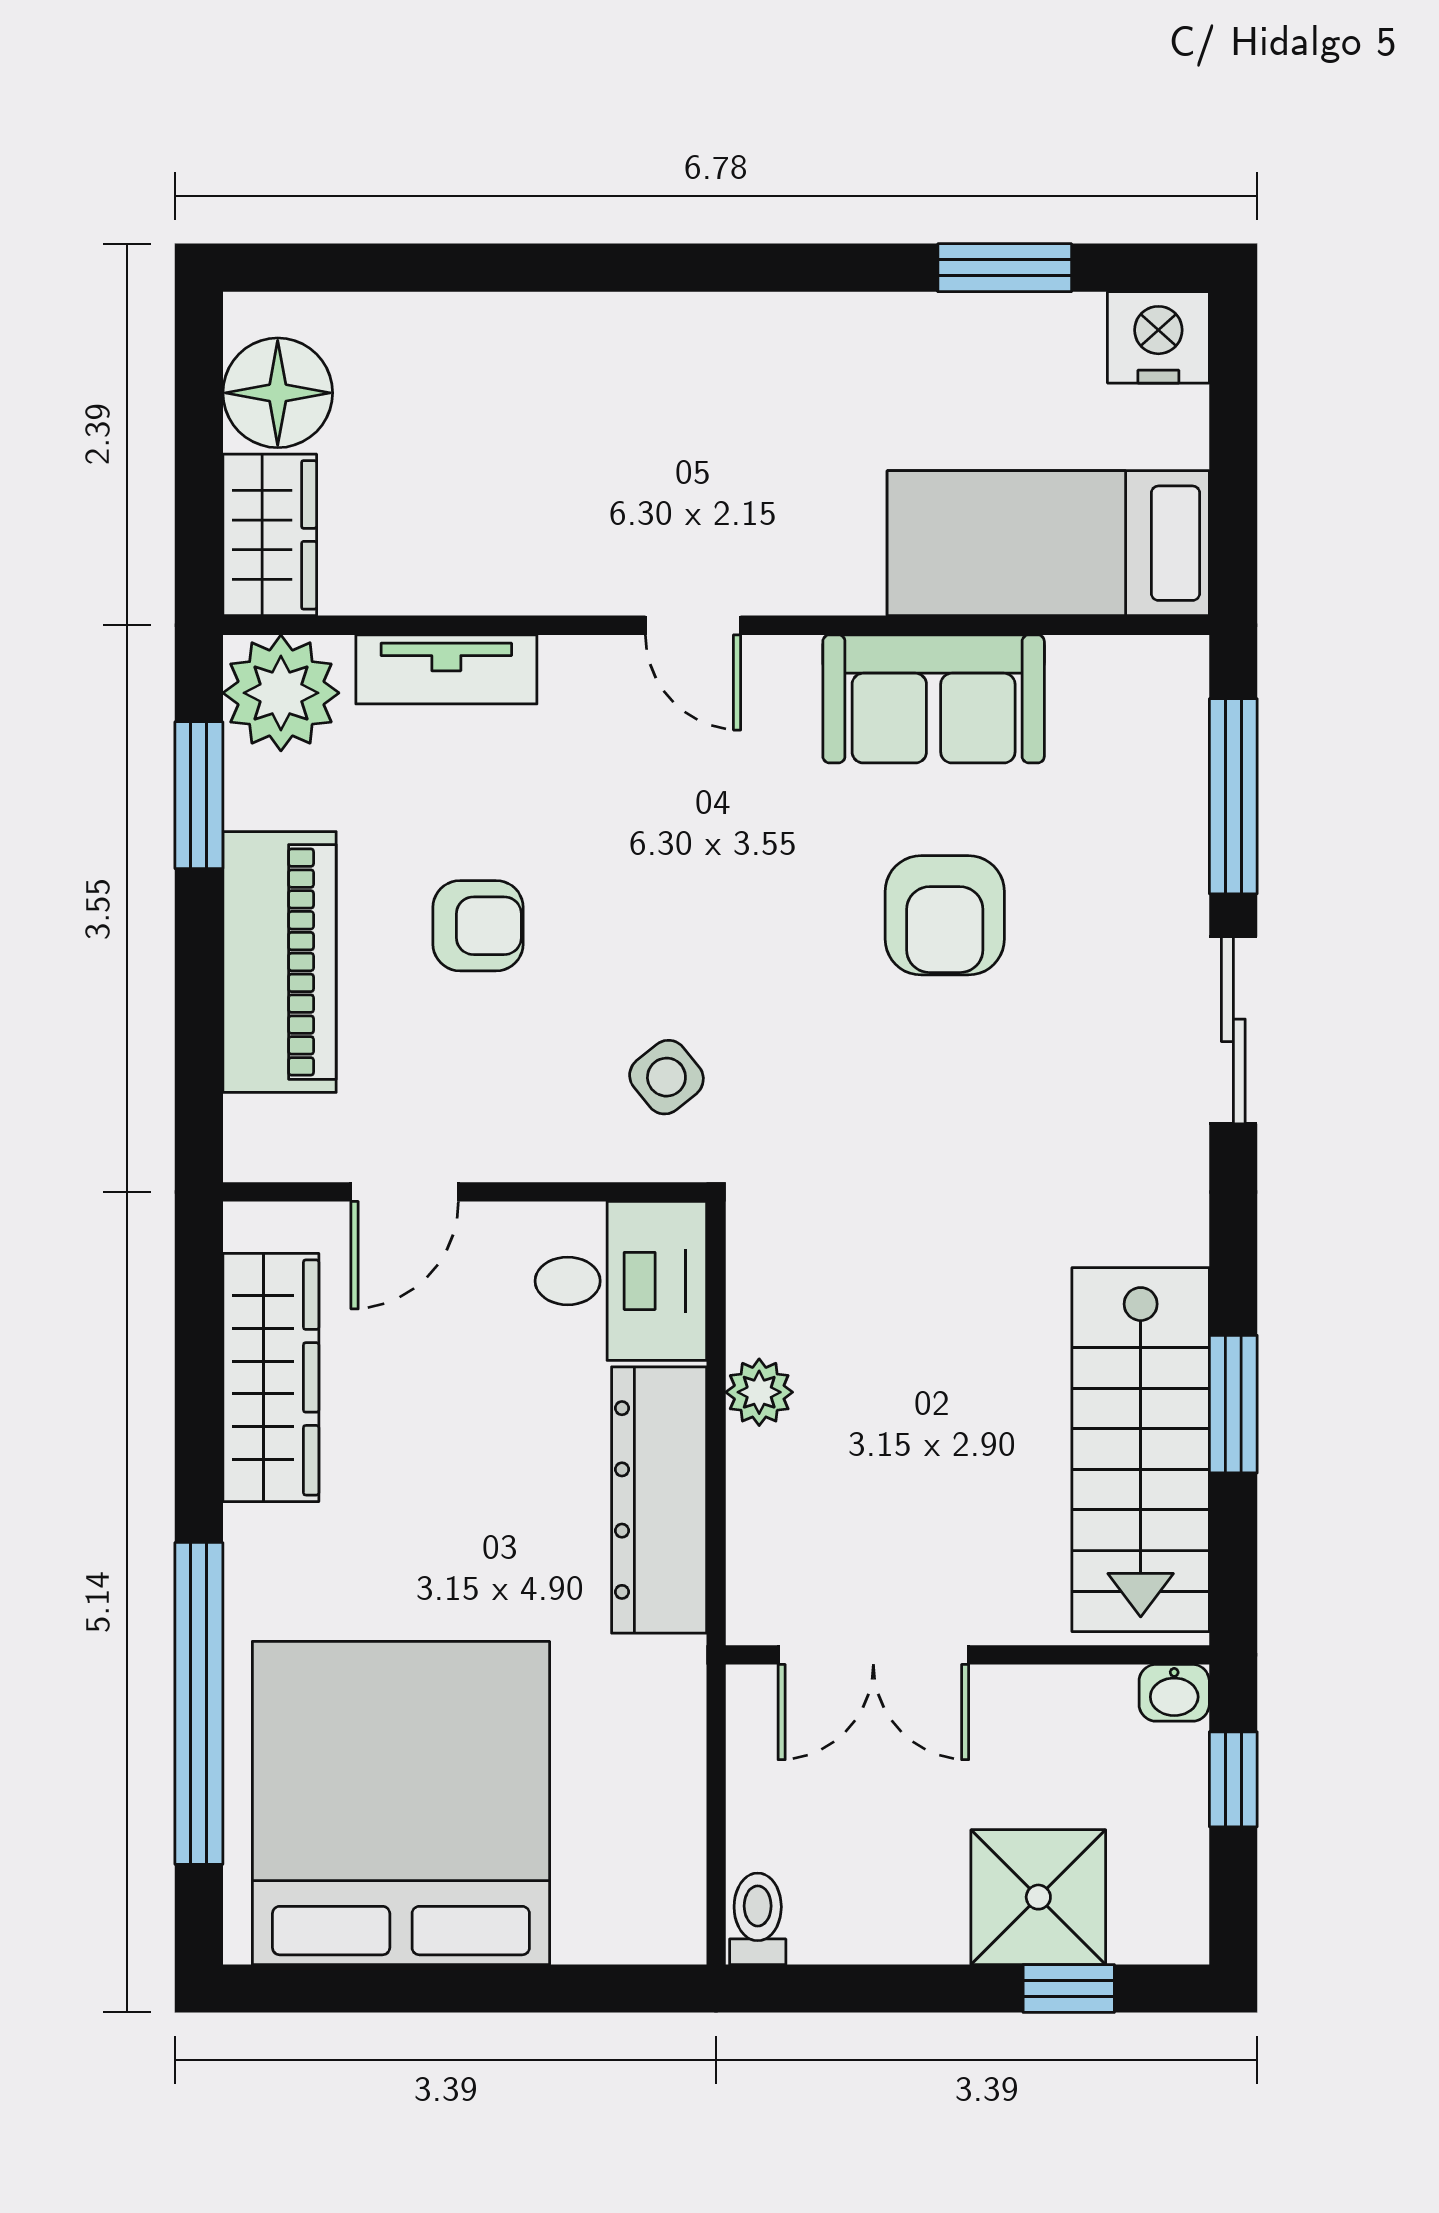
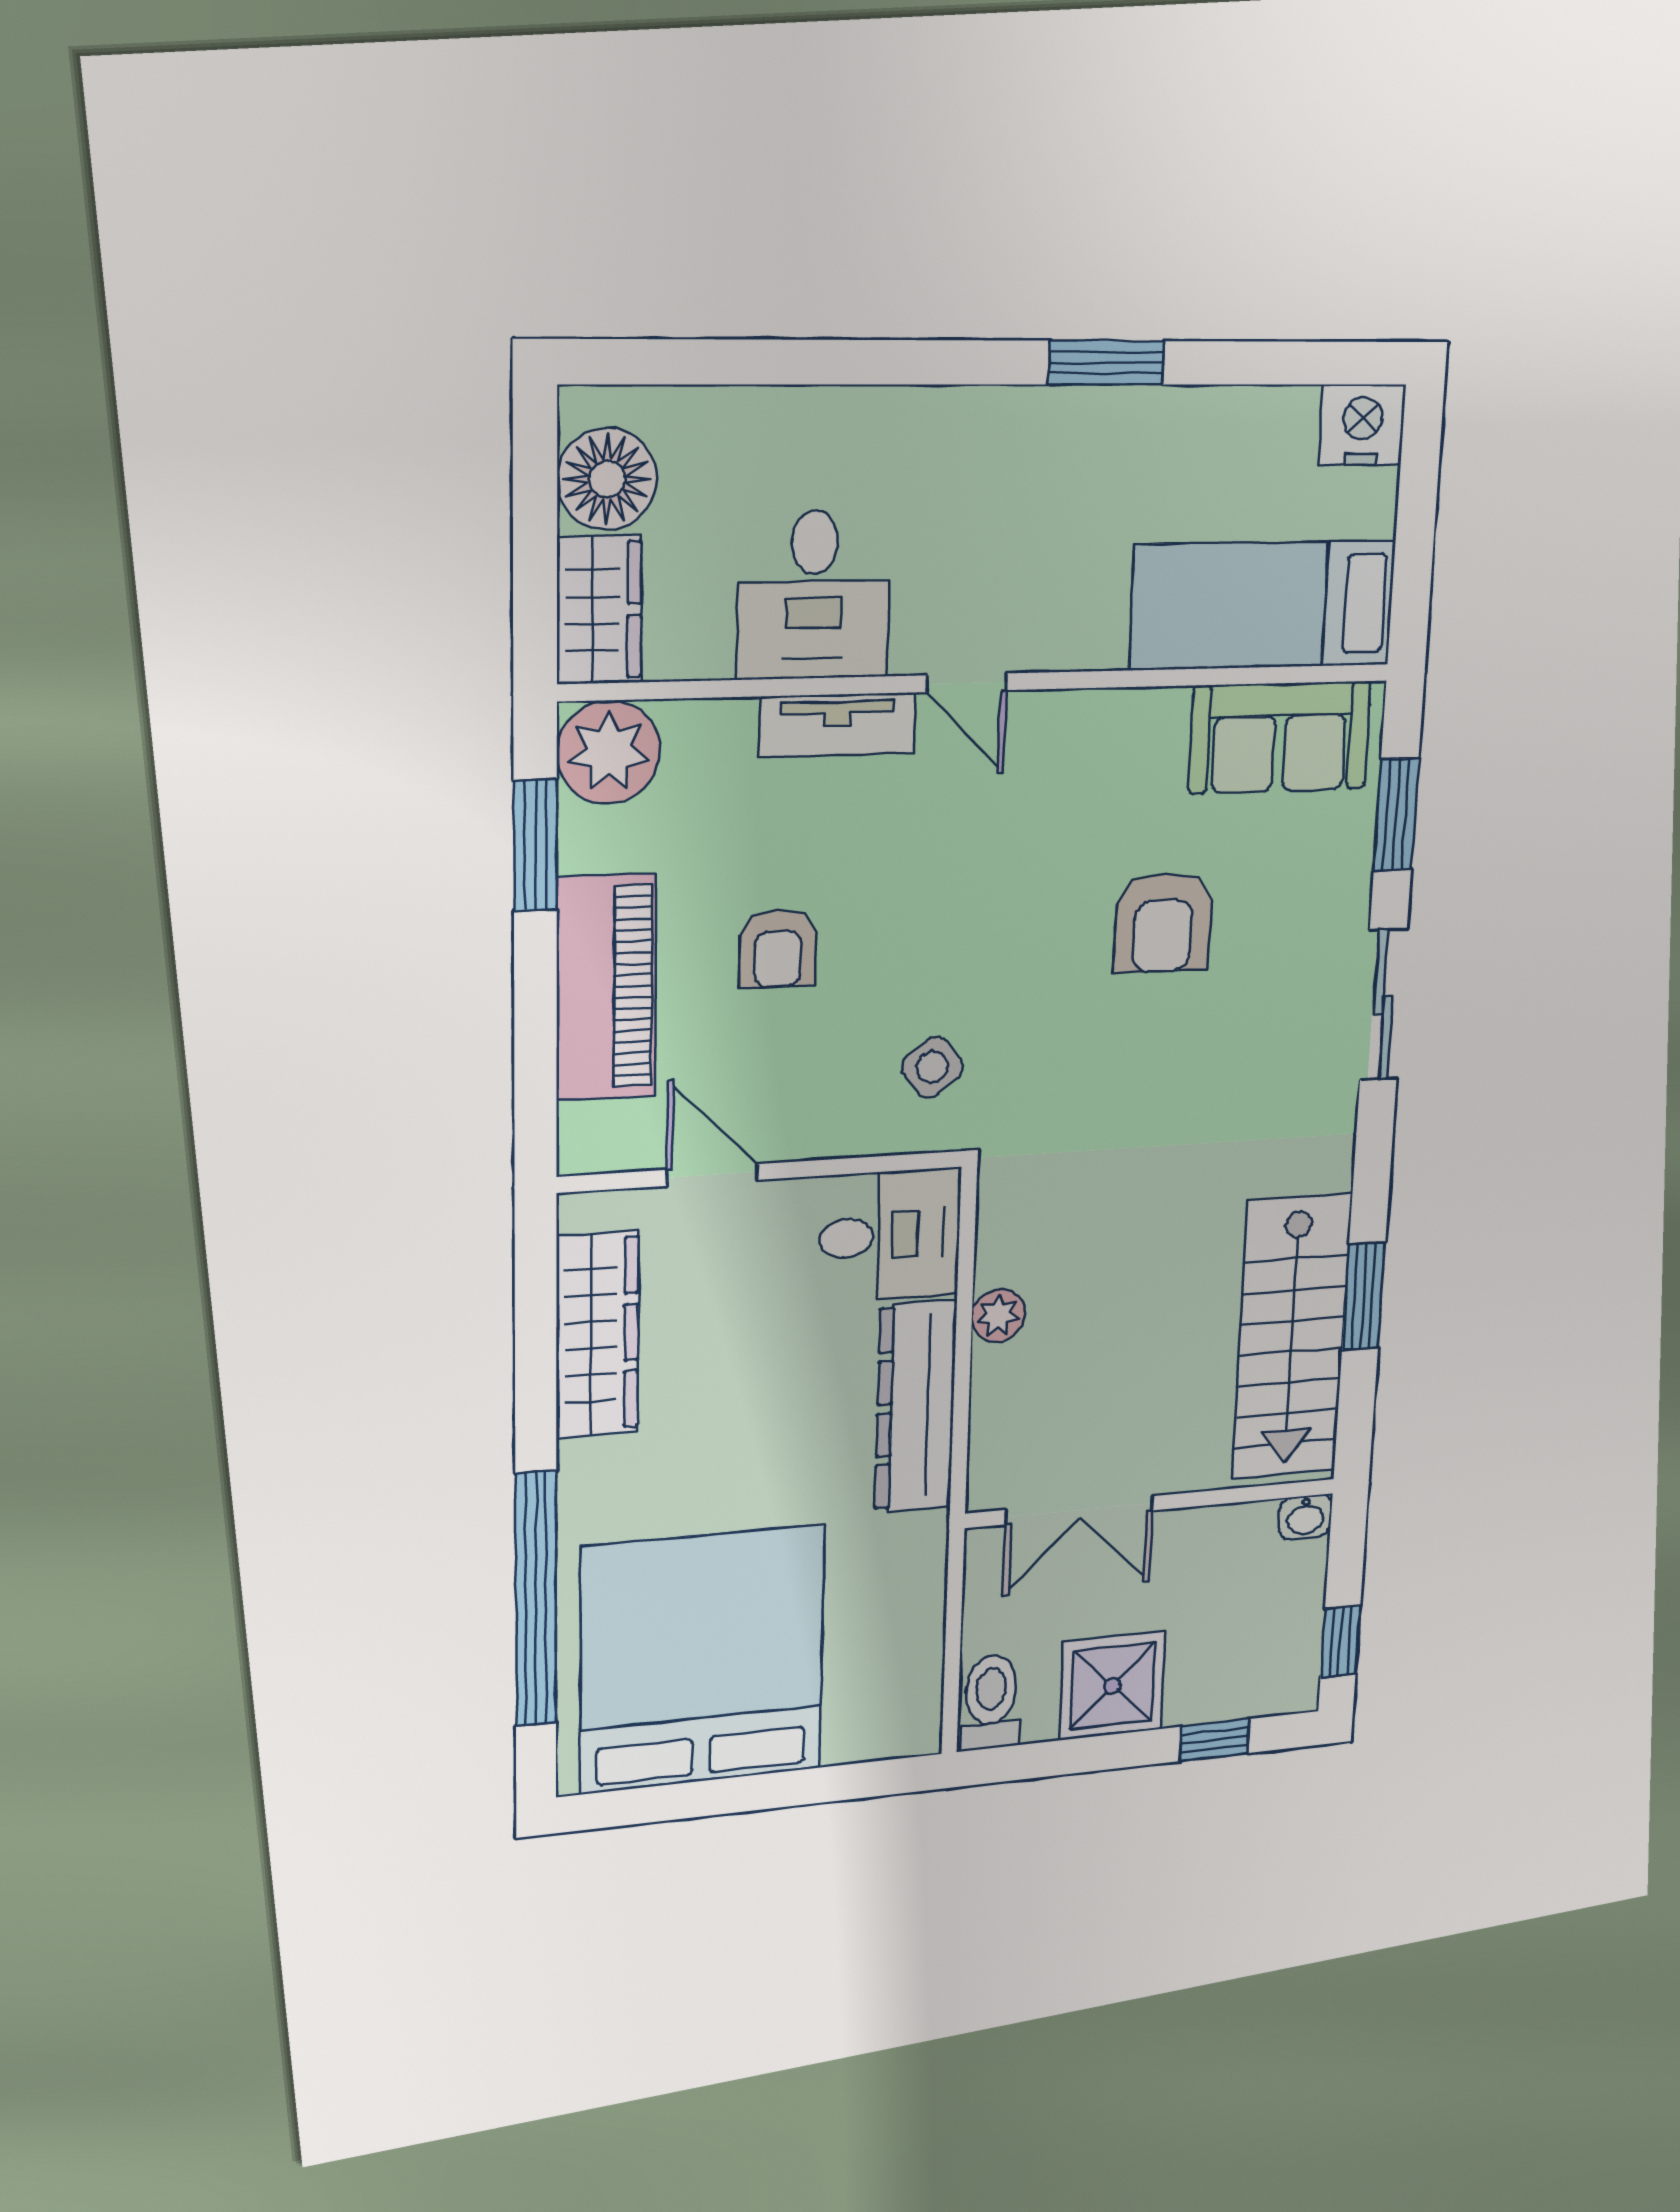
window: (1005, 268) -> (1106, 363), moved
desk: (512, 522) -> (814, 595), added
tv unit: (446, 669) -> (837, 725), moved
sofa: (934, 699) -> (1280, 737), moved
window: (1233, 796) -> (1396, 815), width x0.69
armchair: (478, 926) -> (778, 948), turned 90
door: (405, 1192) -> (712, 1175), swing flipped
window: (1233, 1779) -> (1340, 1641), moved
shower: (1038, 1897) -> (1112, 1686), moved
toilet: (758, 1919) -> (991, 1702), width x1.37, depth x1.39

